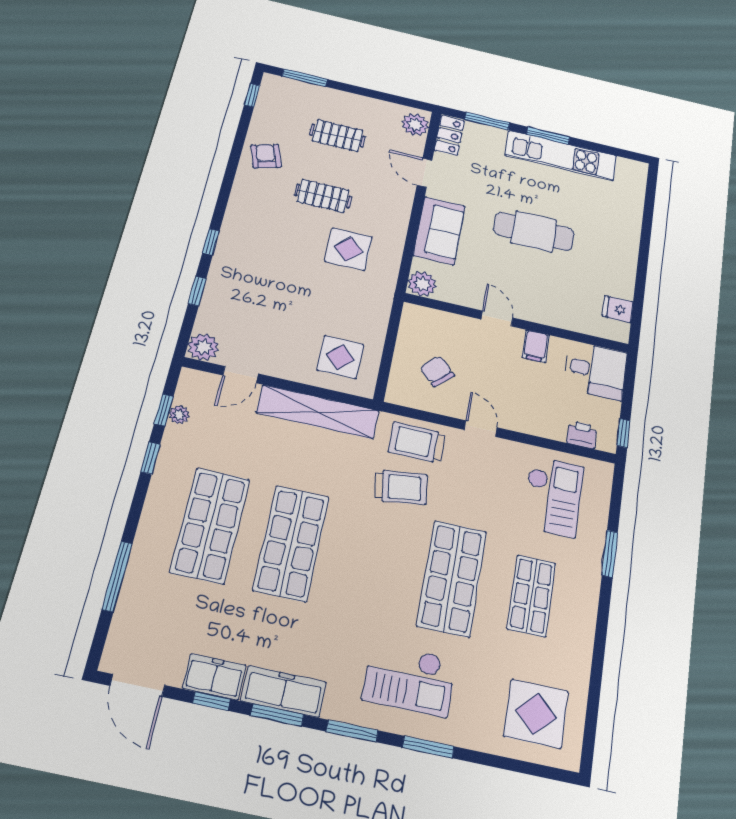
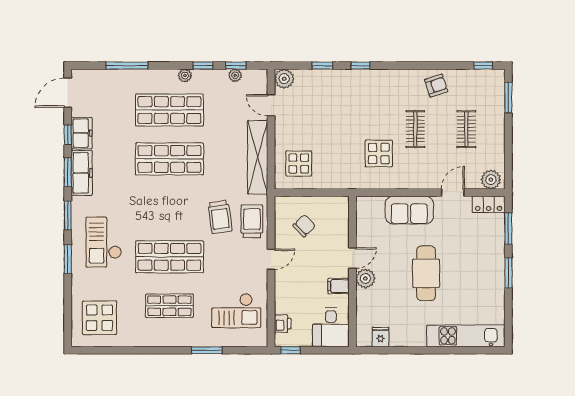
kitchen unit: (561, 155) -> (466, 336), moved, turned 90
plant: (422, 284) -> (365, 278), moved
plant: (159, 489) -> (185, 76), added

